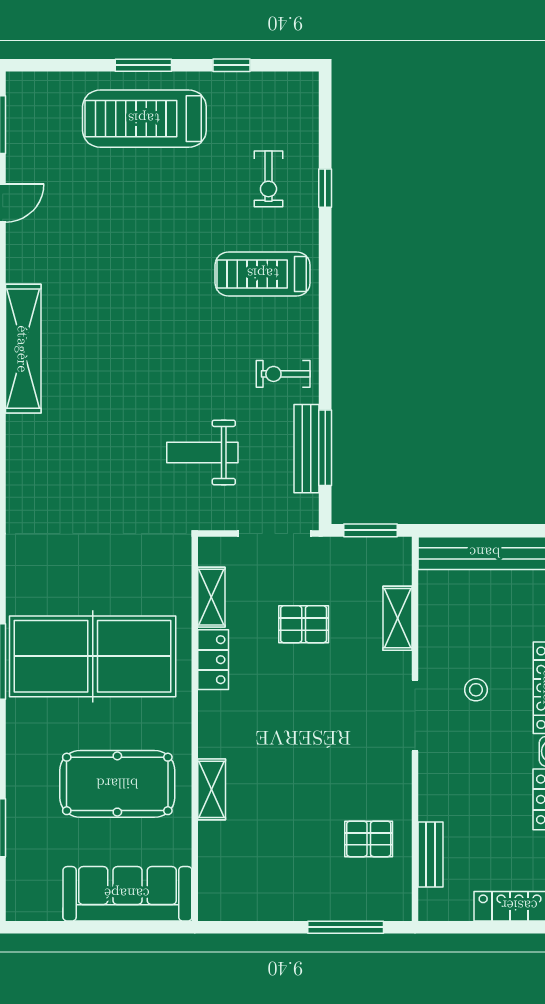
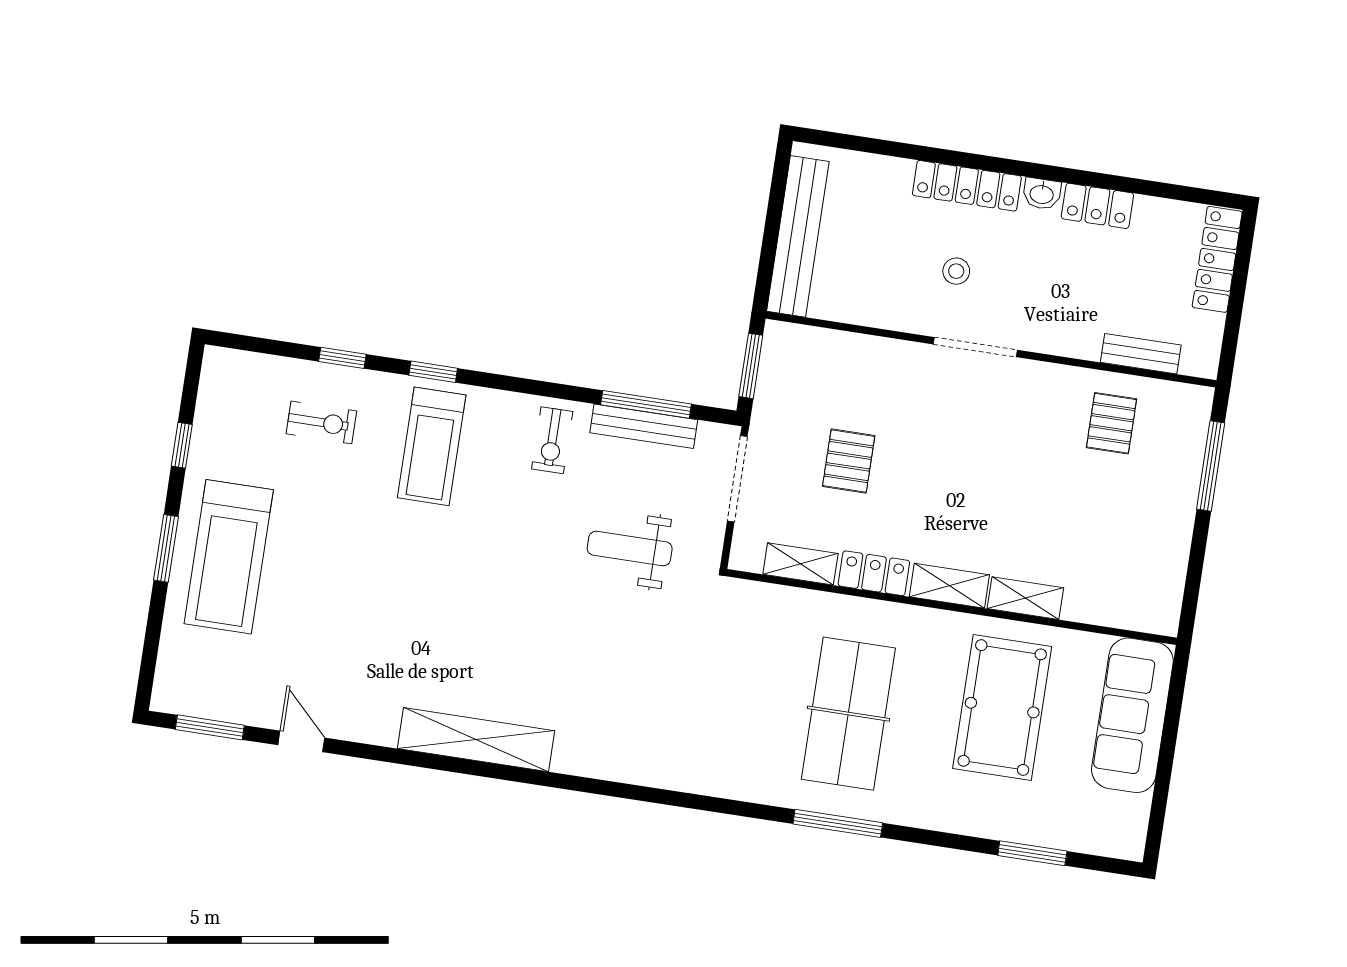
window: (325, 266) -> (433, 372), added
weight bench: (202, 452) -> (630, 549), turned 90
shelving: (397, 618) -> (949, 586), moved
table tennis table: (93, 656) -> (848, 714), width x0.73, depth x0.76

